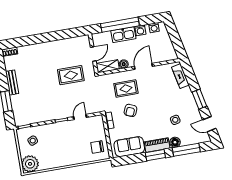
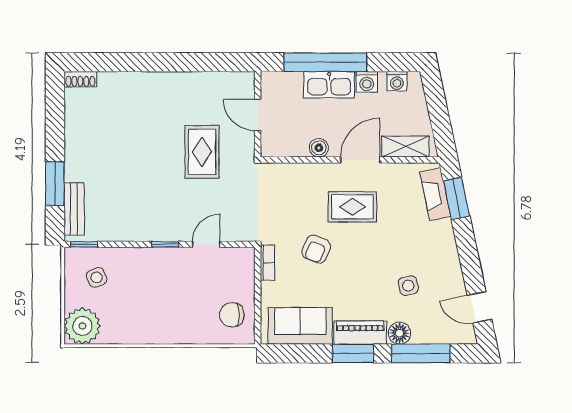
door: (93, 54) -> (258, 115), swing flipped
shelving: (108, 66) -> (405, 147), moved
rug: (71, 75) -> (202, 152), turned 90
bench: (12, 82) -> (74, 209), moved
rug: (126, 88) -> (352, 207), moved
window: (199, 99) -> (457, 199), moved

